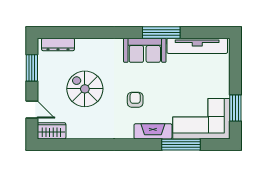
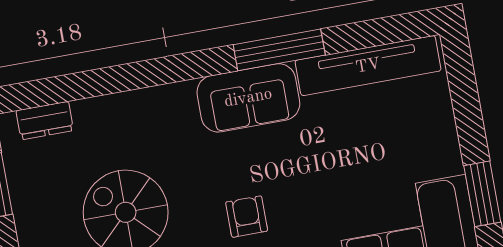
dresser: (58, 44) -> (45, 121), width x0.70

